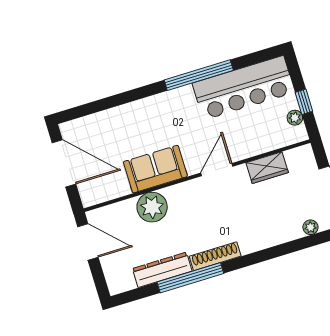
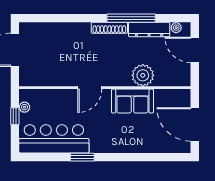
window: (199, 75) -> (82, 157), width x0.47
wardrobe: (267, 168) -> (54, 78), removed
plant: (310, 227) -> (176, 28), moved
door: (88, 242) -> (195, 50), moved

